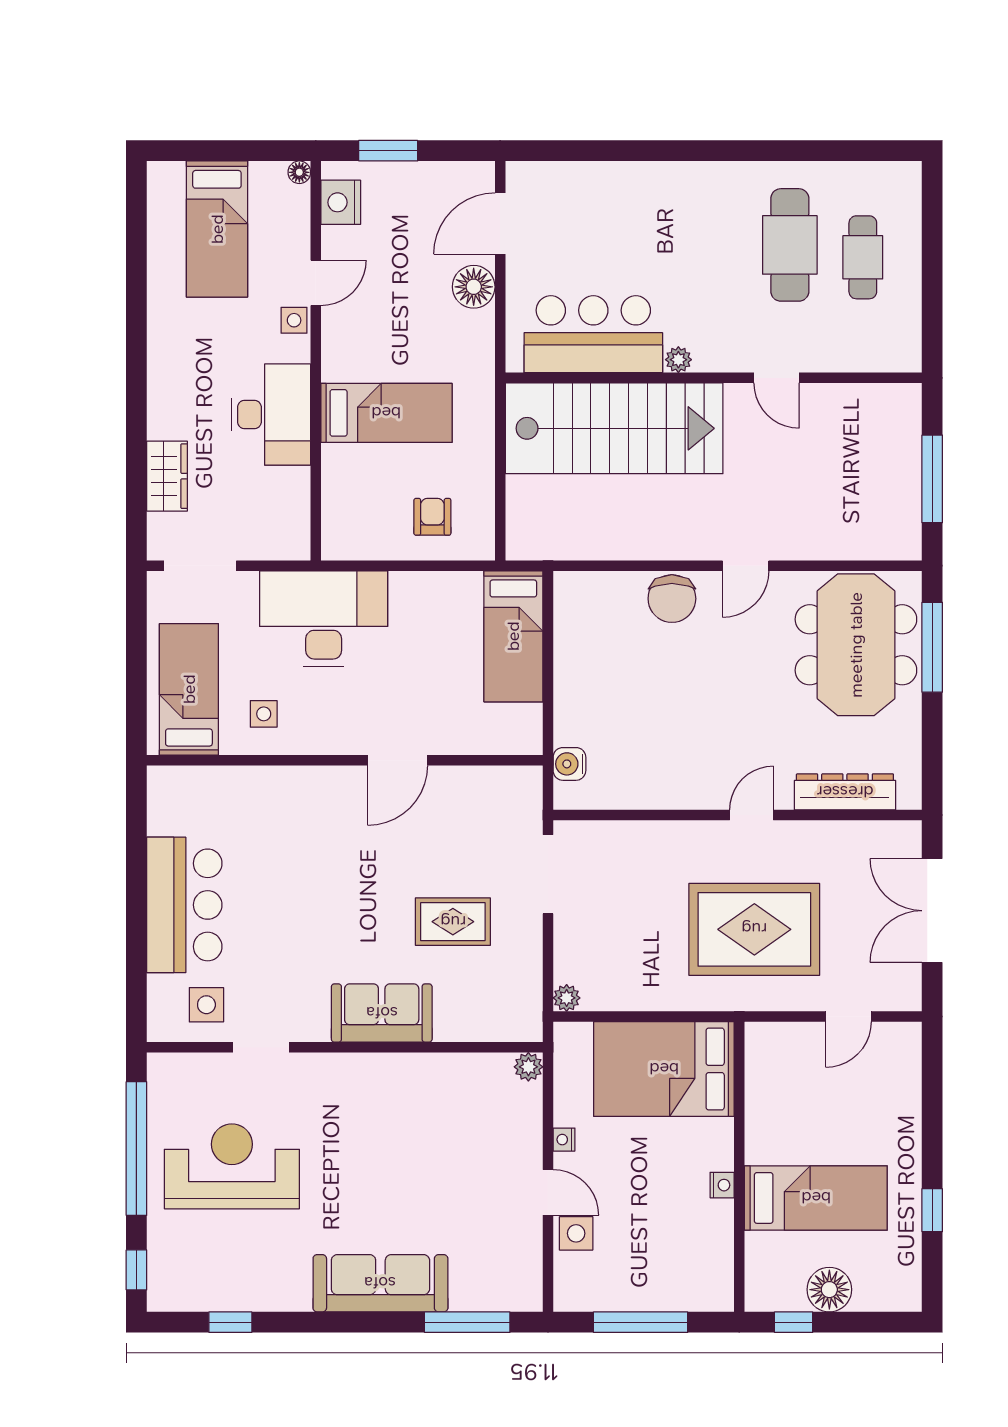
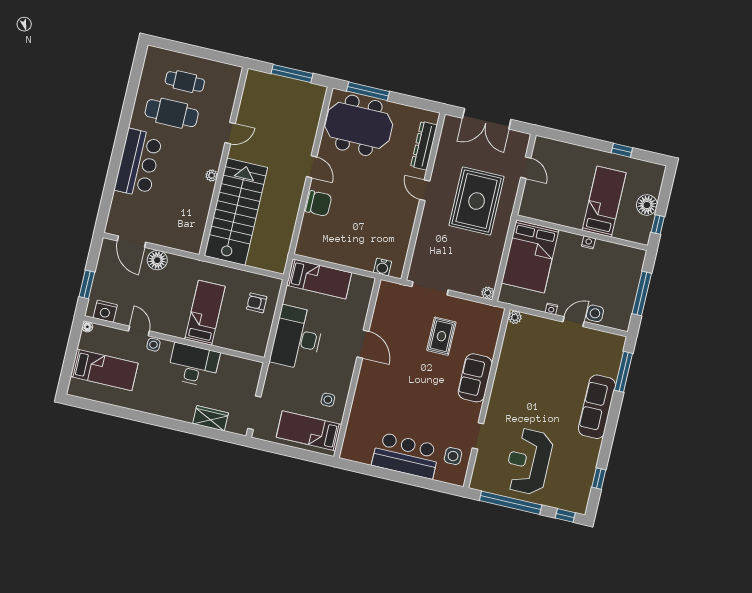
bar counter: (593, 334) -> (138, 163), moved, turned 180
desk: (324, 619) -> (297, 338), moved

